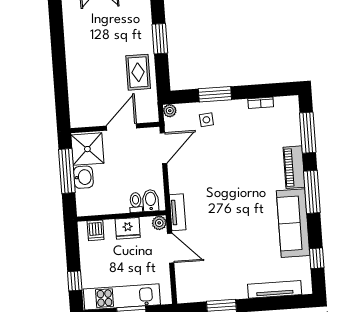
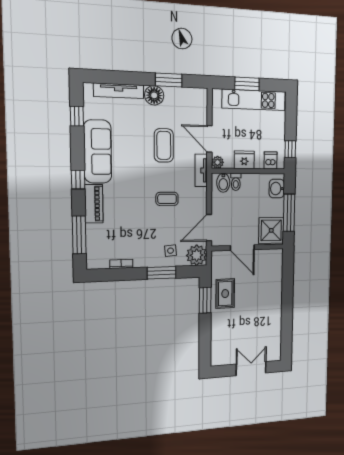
window: (160, 39) -> (205, 300), moved
plant: (170, 111) -> (197, 255), width x1.87, depth x1.87
door: (122, 127) -> (242, 248), hinge flipped
washbasin: (83, 177) -> (277, 189), moved
coffee table: (214, 178) -> (167, 199), added
window: (312, 192) -> (78, 180), width x0.46
coffee table: (222, 236) -> (164, 145), added
window: (75, 281) -> (290, 149), moved
floor lamp: (236, 289) -> (154, 95), added

